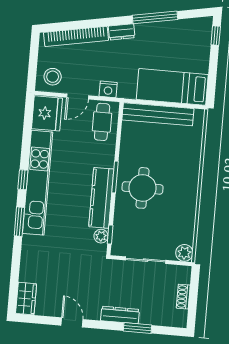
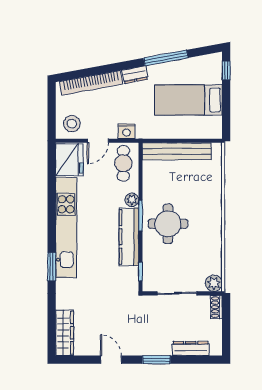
bed: (172, 87) -> (188, 100), moved
window: (23, 180) -> (52, 226), removed
plant: (101, 236) -> (132, 200), moved
shoe rack: (183, 297) -> (216, 307), moved
wardrobe: (26, 299) -> (65, 333), width x1.50
dresser: (120, 315) -> (191, 349), moved
window: (137, 328) -> (156, 360), moved

